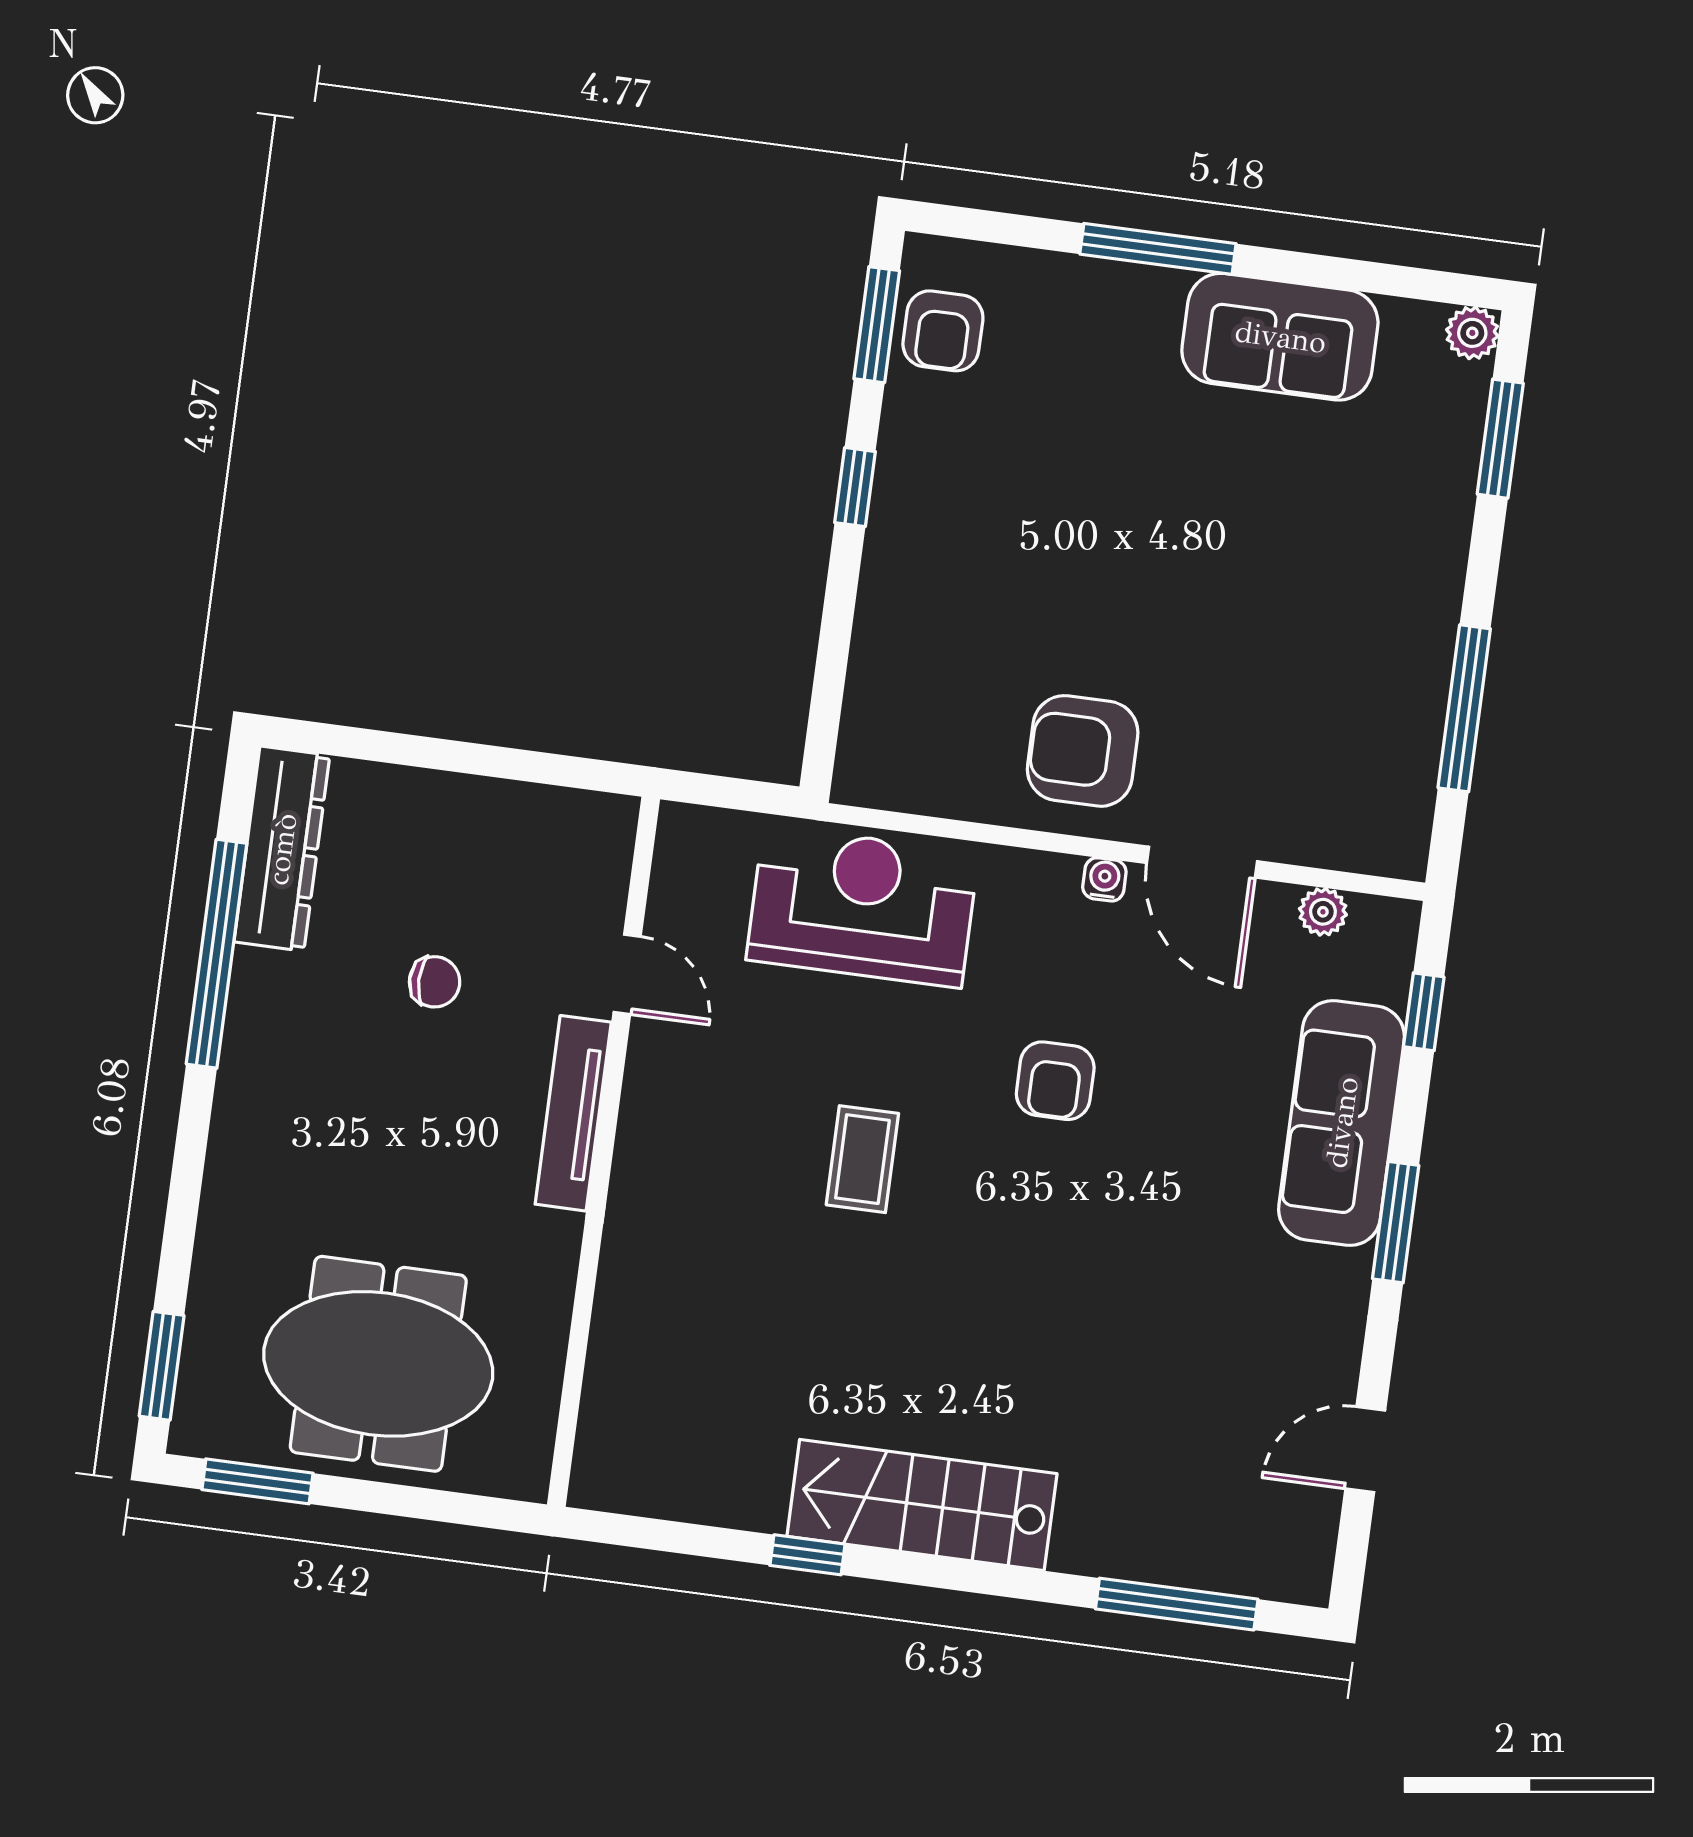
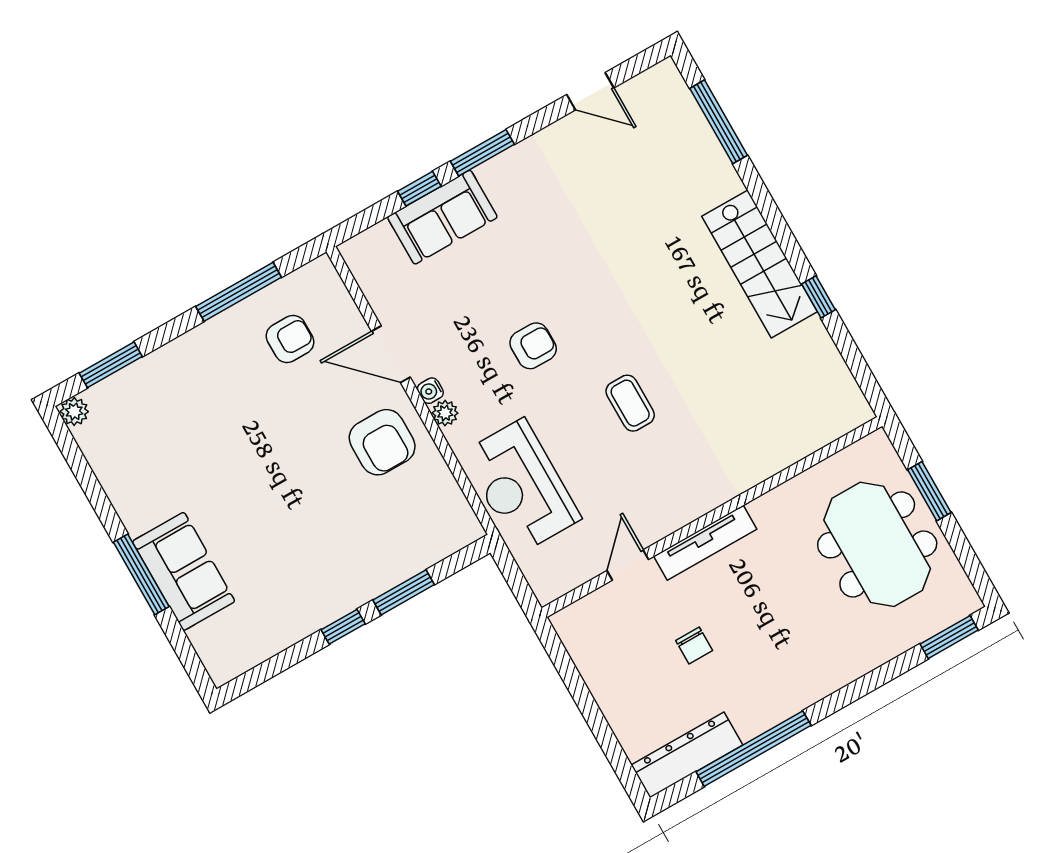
window: (877, 325) -> (404, 592), moved
armchair: (943, 331) -> (290, 339), moved
sofa: (1280, 337) -> (184, 571), moved
door: (1202, 862) -> (391, 354), swing flipped
plant: (1323, 912) -> (445, 413), moved
chair: (435, 982) -> (694, 646), turned 180
window: (1424, 1012) -> (419, 189), moved
sofa: (1342, 1123) -> (442, 217), width x0.73
coffee table: (862, 1159) -> (630, 403), turned 90
window: (257, 1481) -> (929, 491), moved

